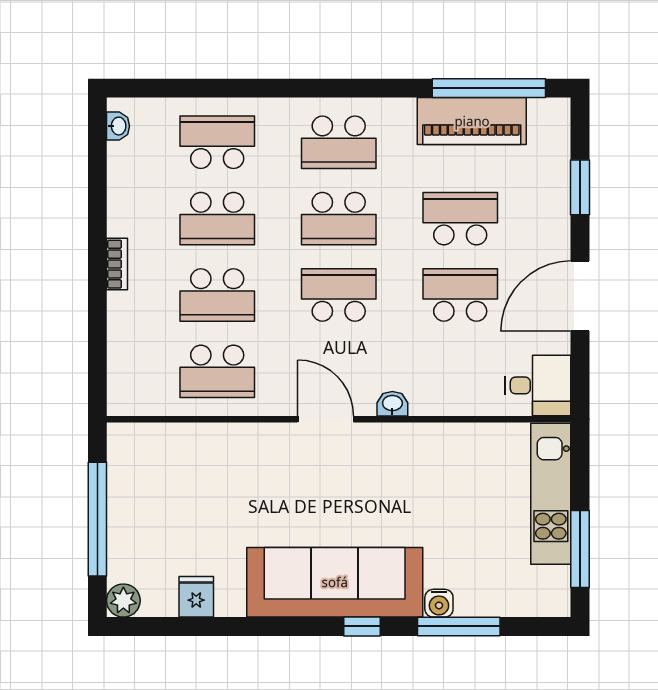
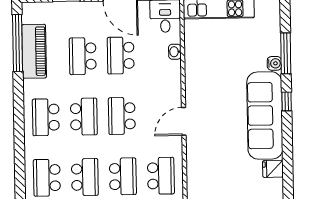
school desk: (339, 142) -> (46, 117), turned 180
washbasin: (392, 404) -> (175, 52), moved
fridge: (196, 597) -> (273, 169), moved

